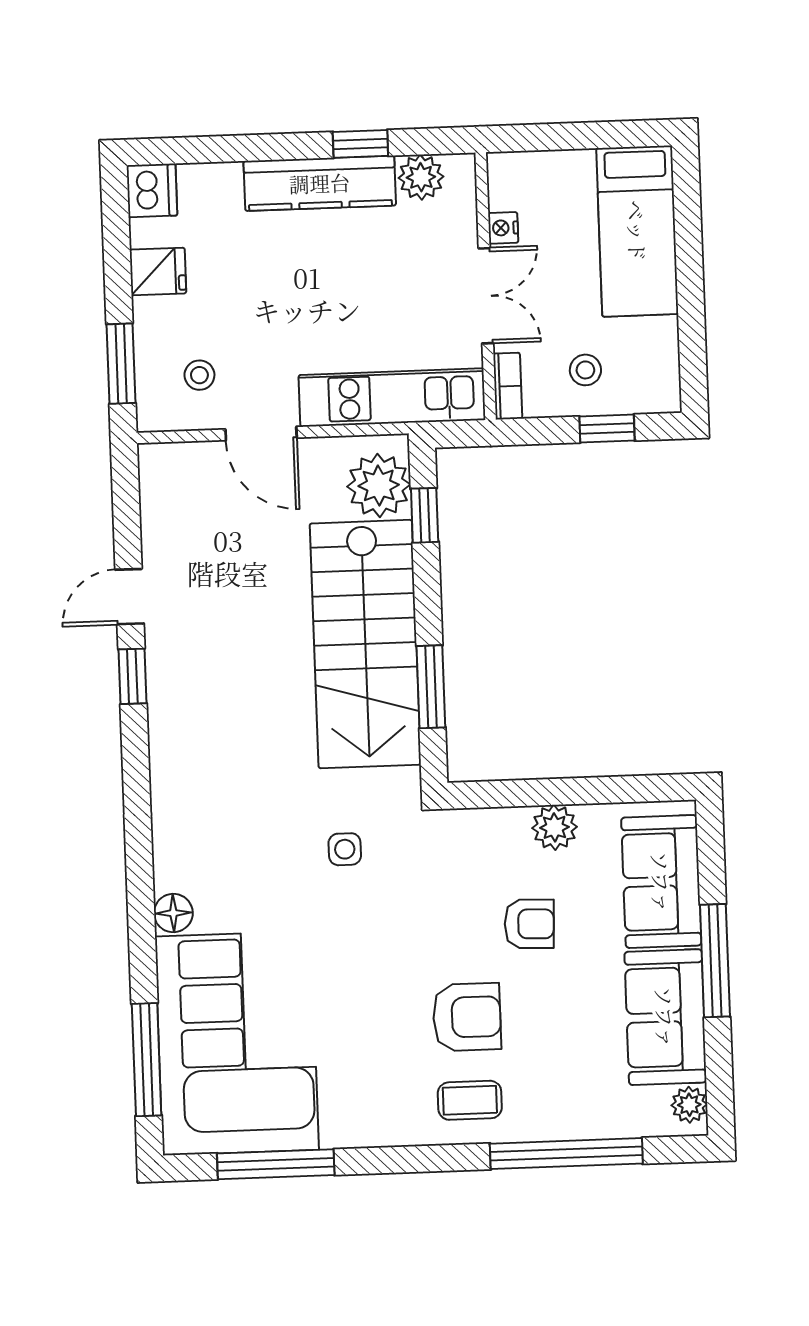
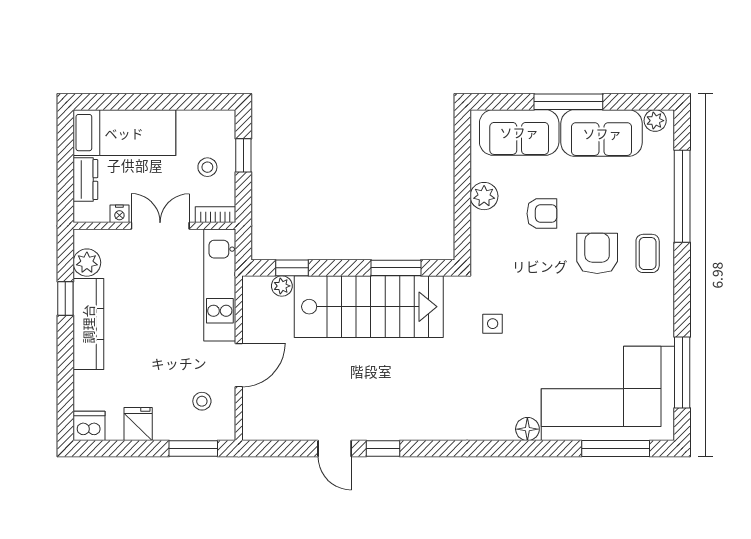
dresser: (558, 170) -> (85, 180), added
plant: (379, 485) -> (282, 286), width x0.53, depth x0.53
armchair: (529, 924) -> (542, 214), turned 88

